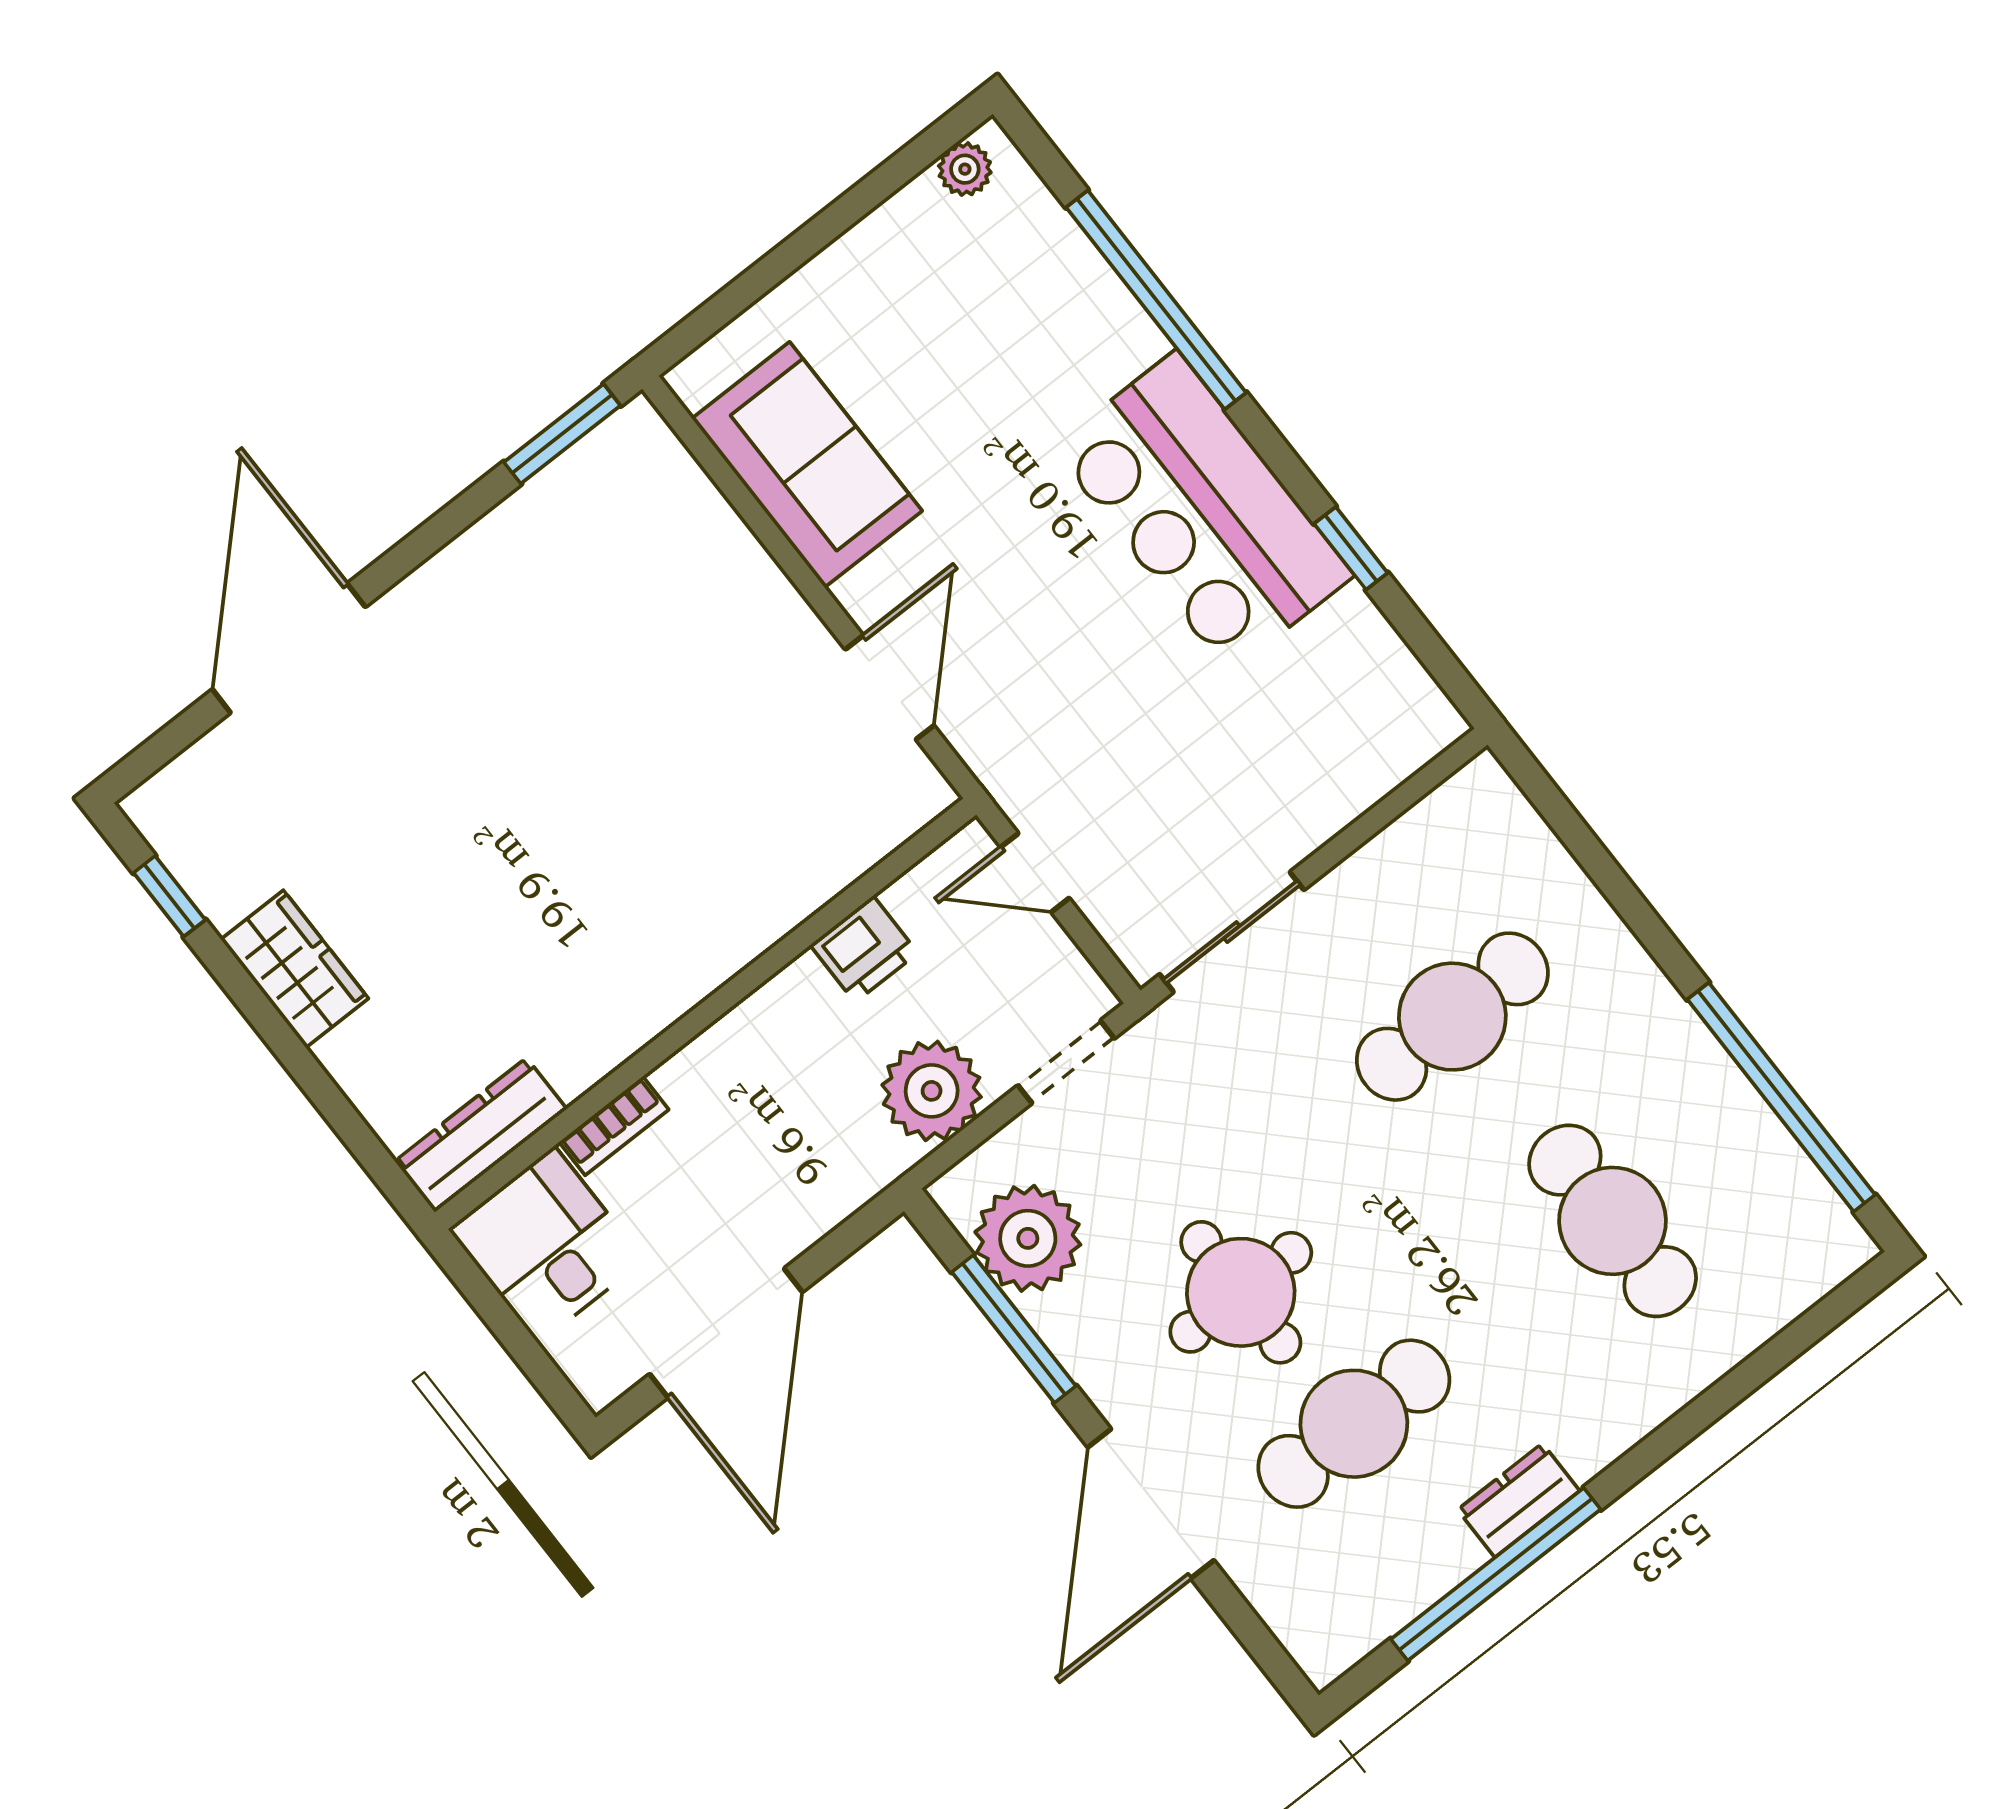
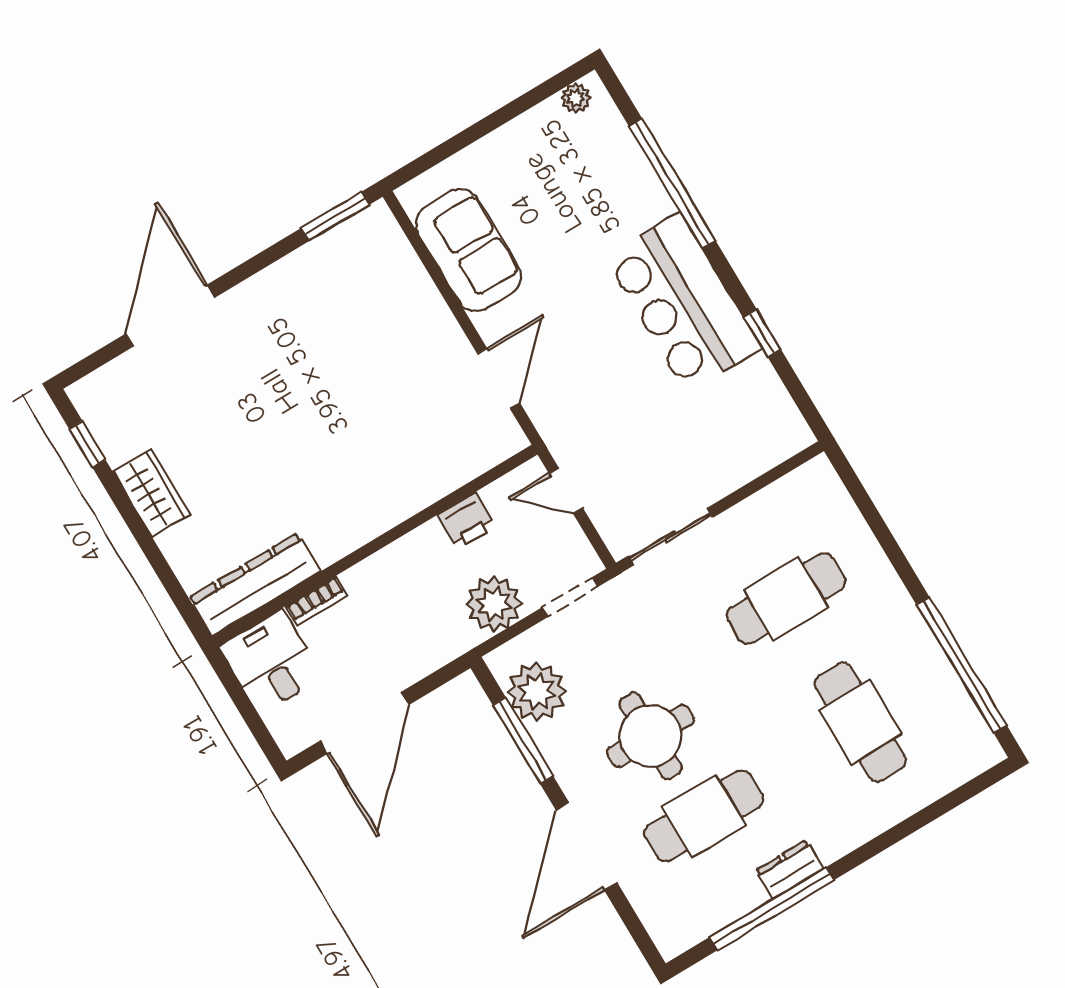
dresser: (481, 1135) -> (255, 585), width x1.37, depth x1.24

